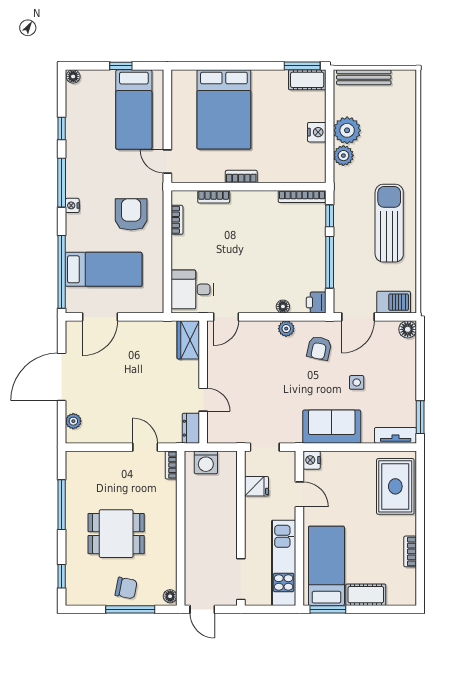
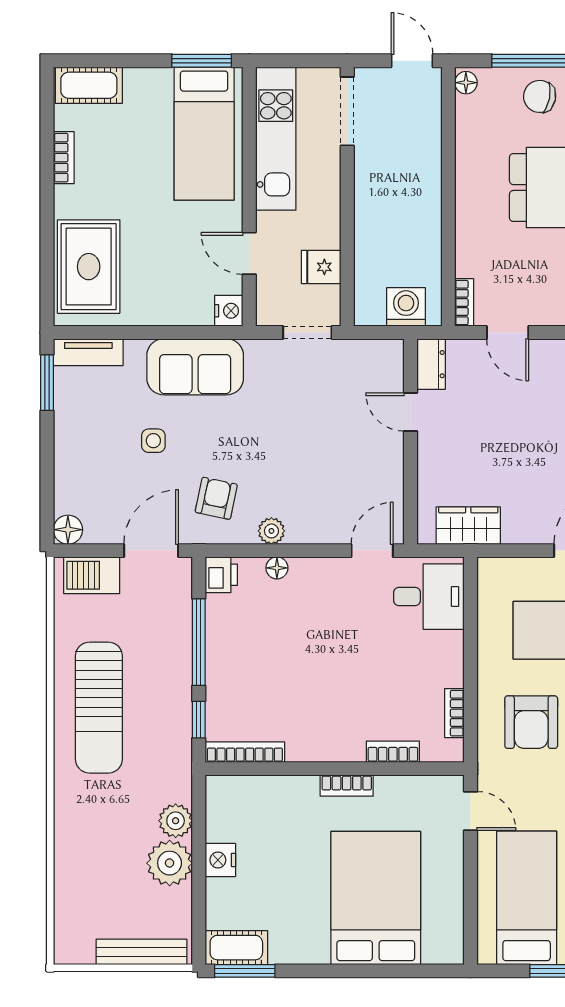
wardrobe: (188, 340) -> (468, 526), moved, turned -90
cot: (366, 595) -> (89, 85), moved

